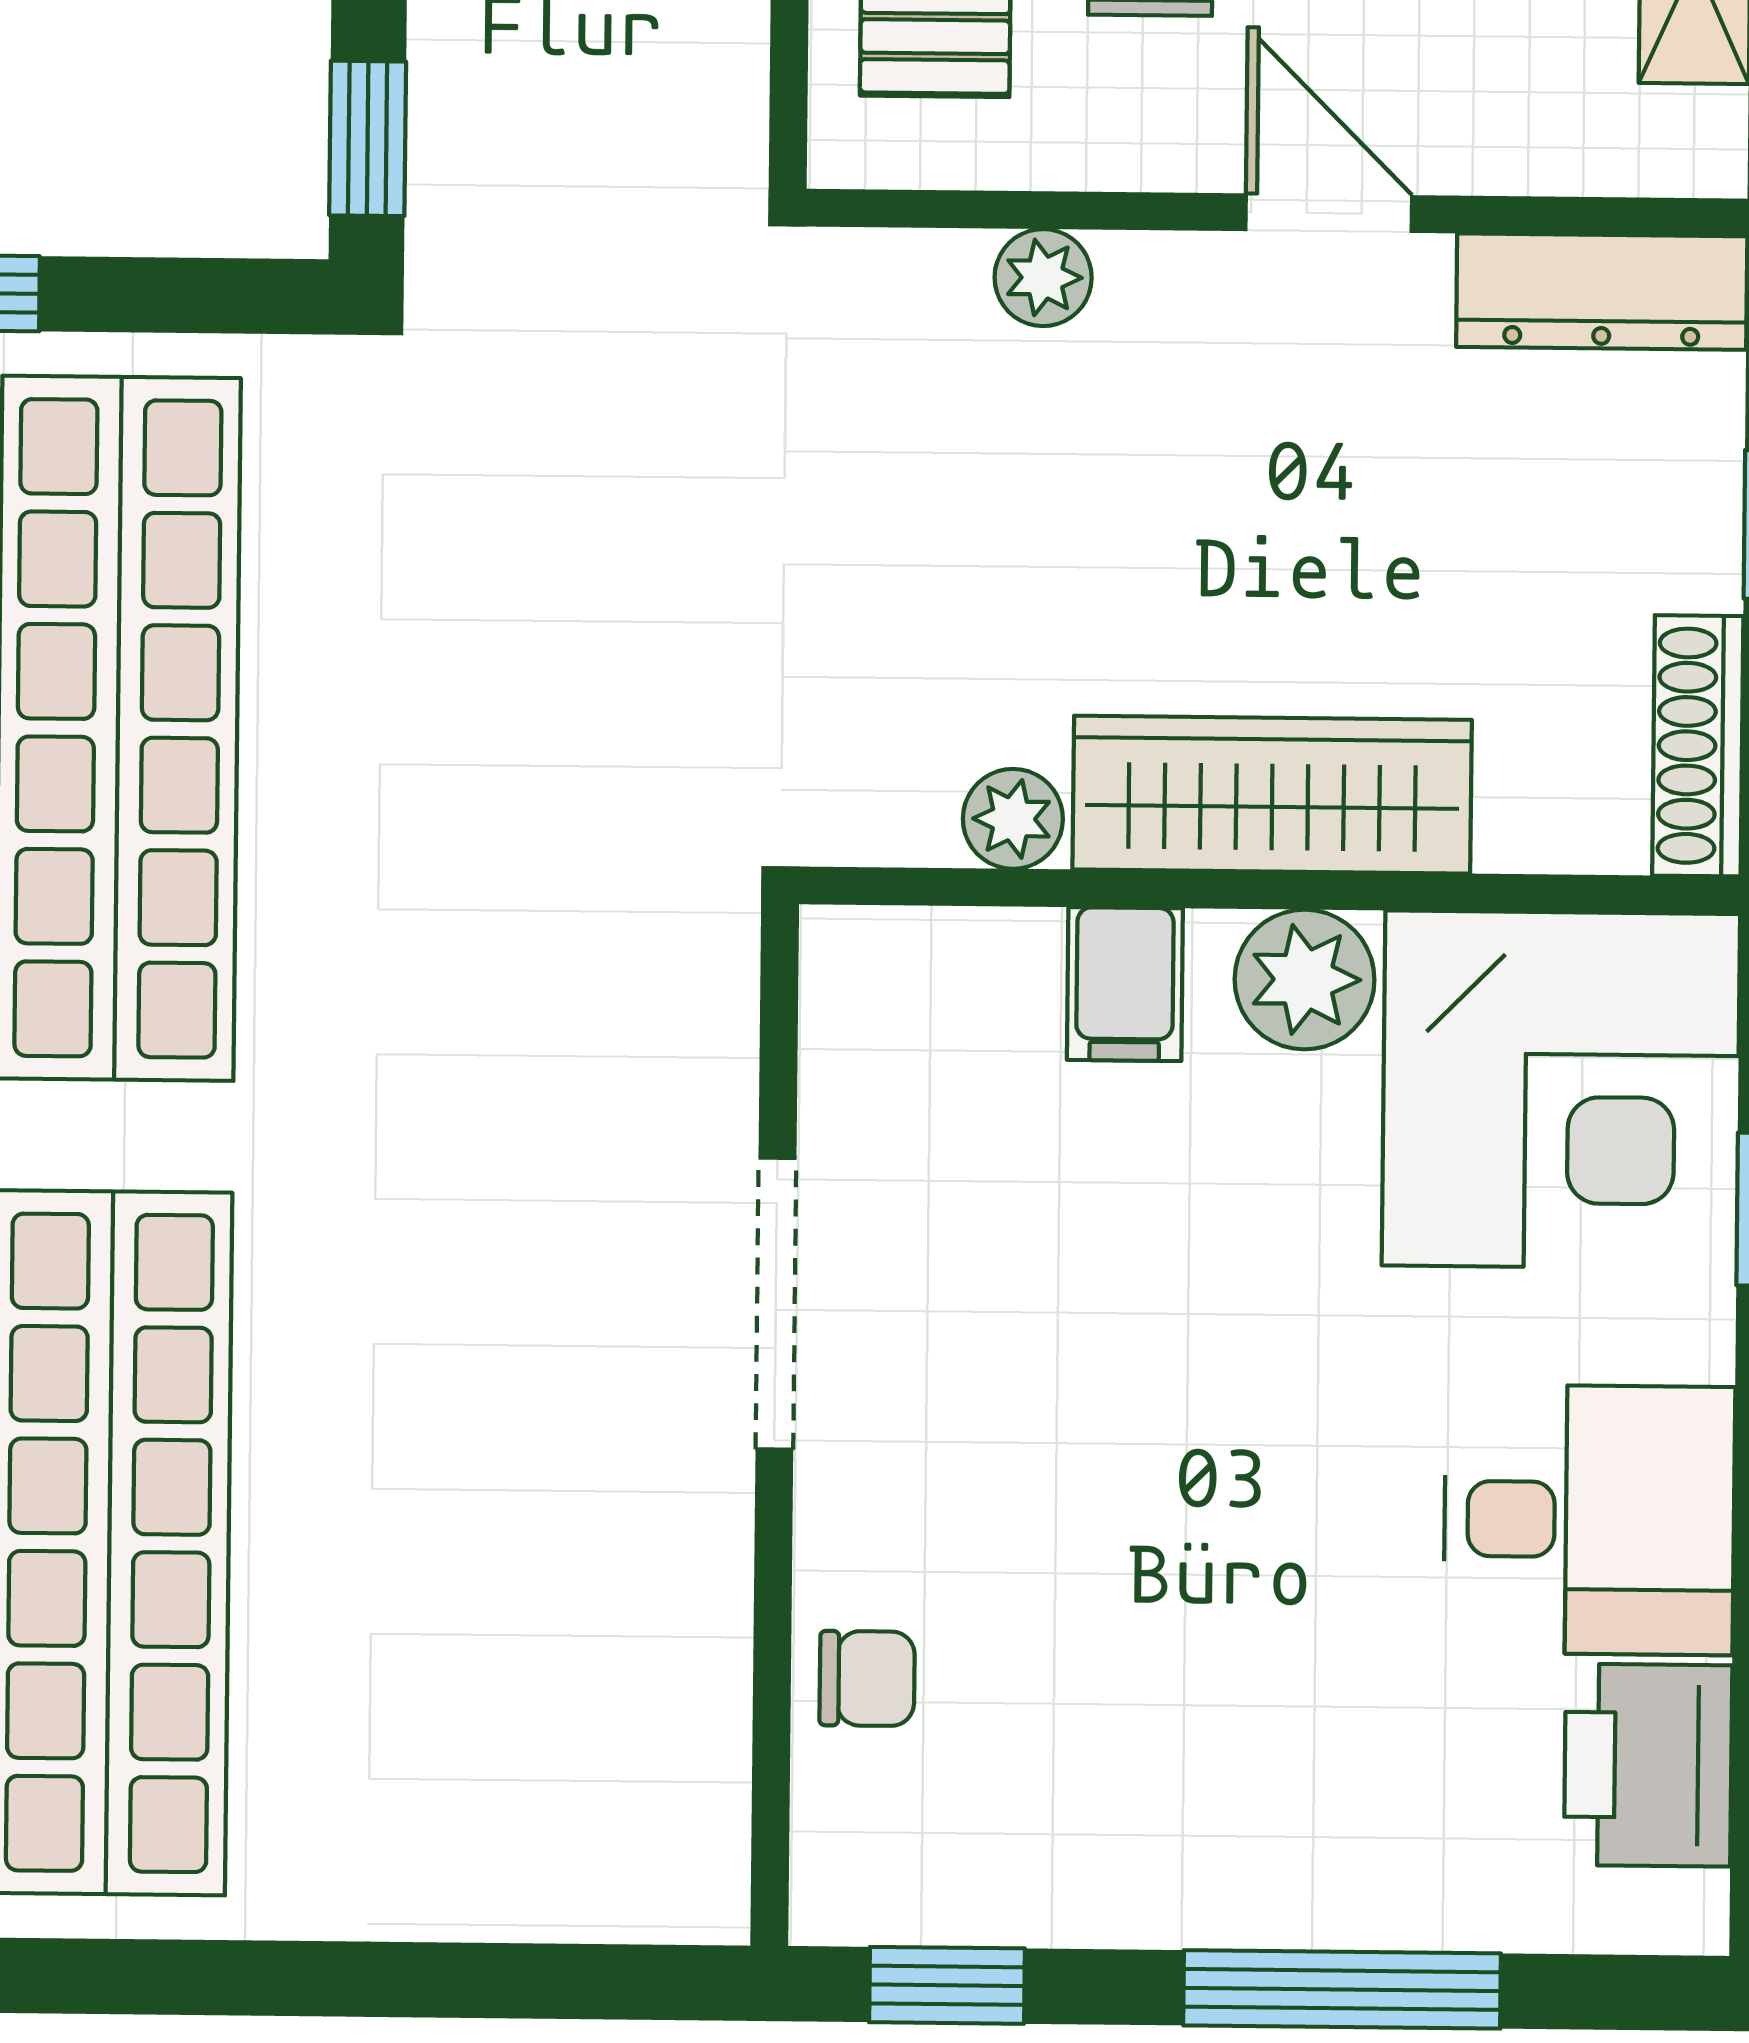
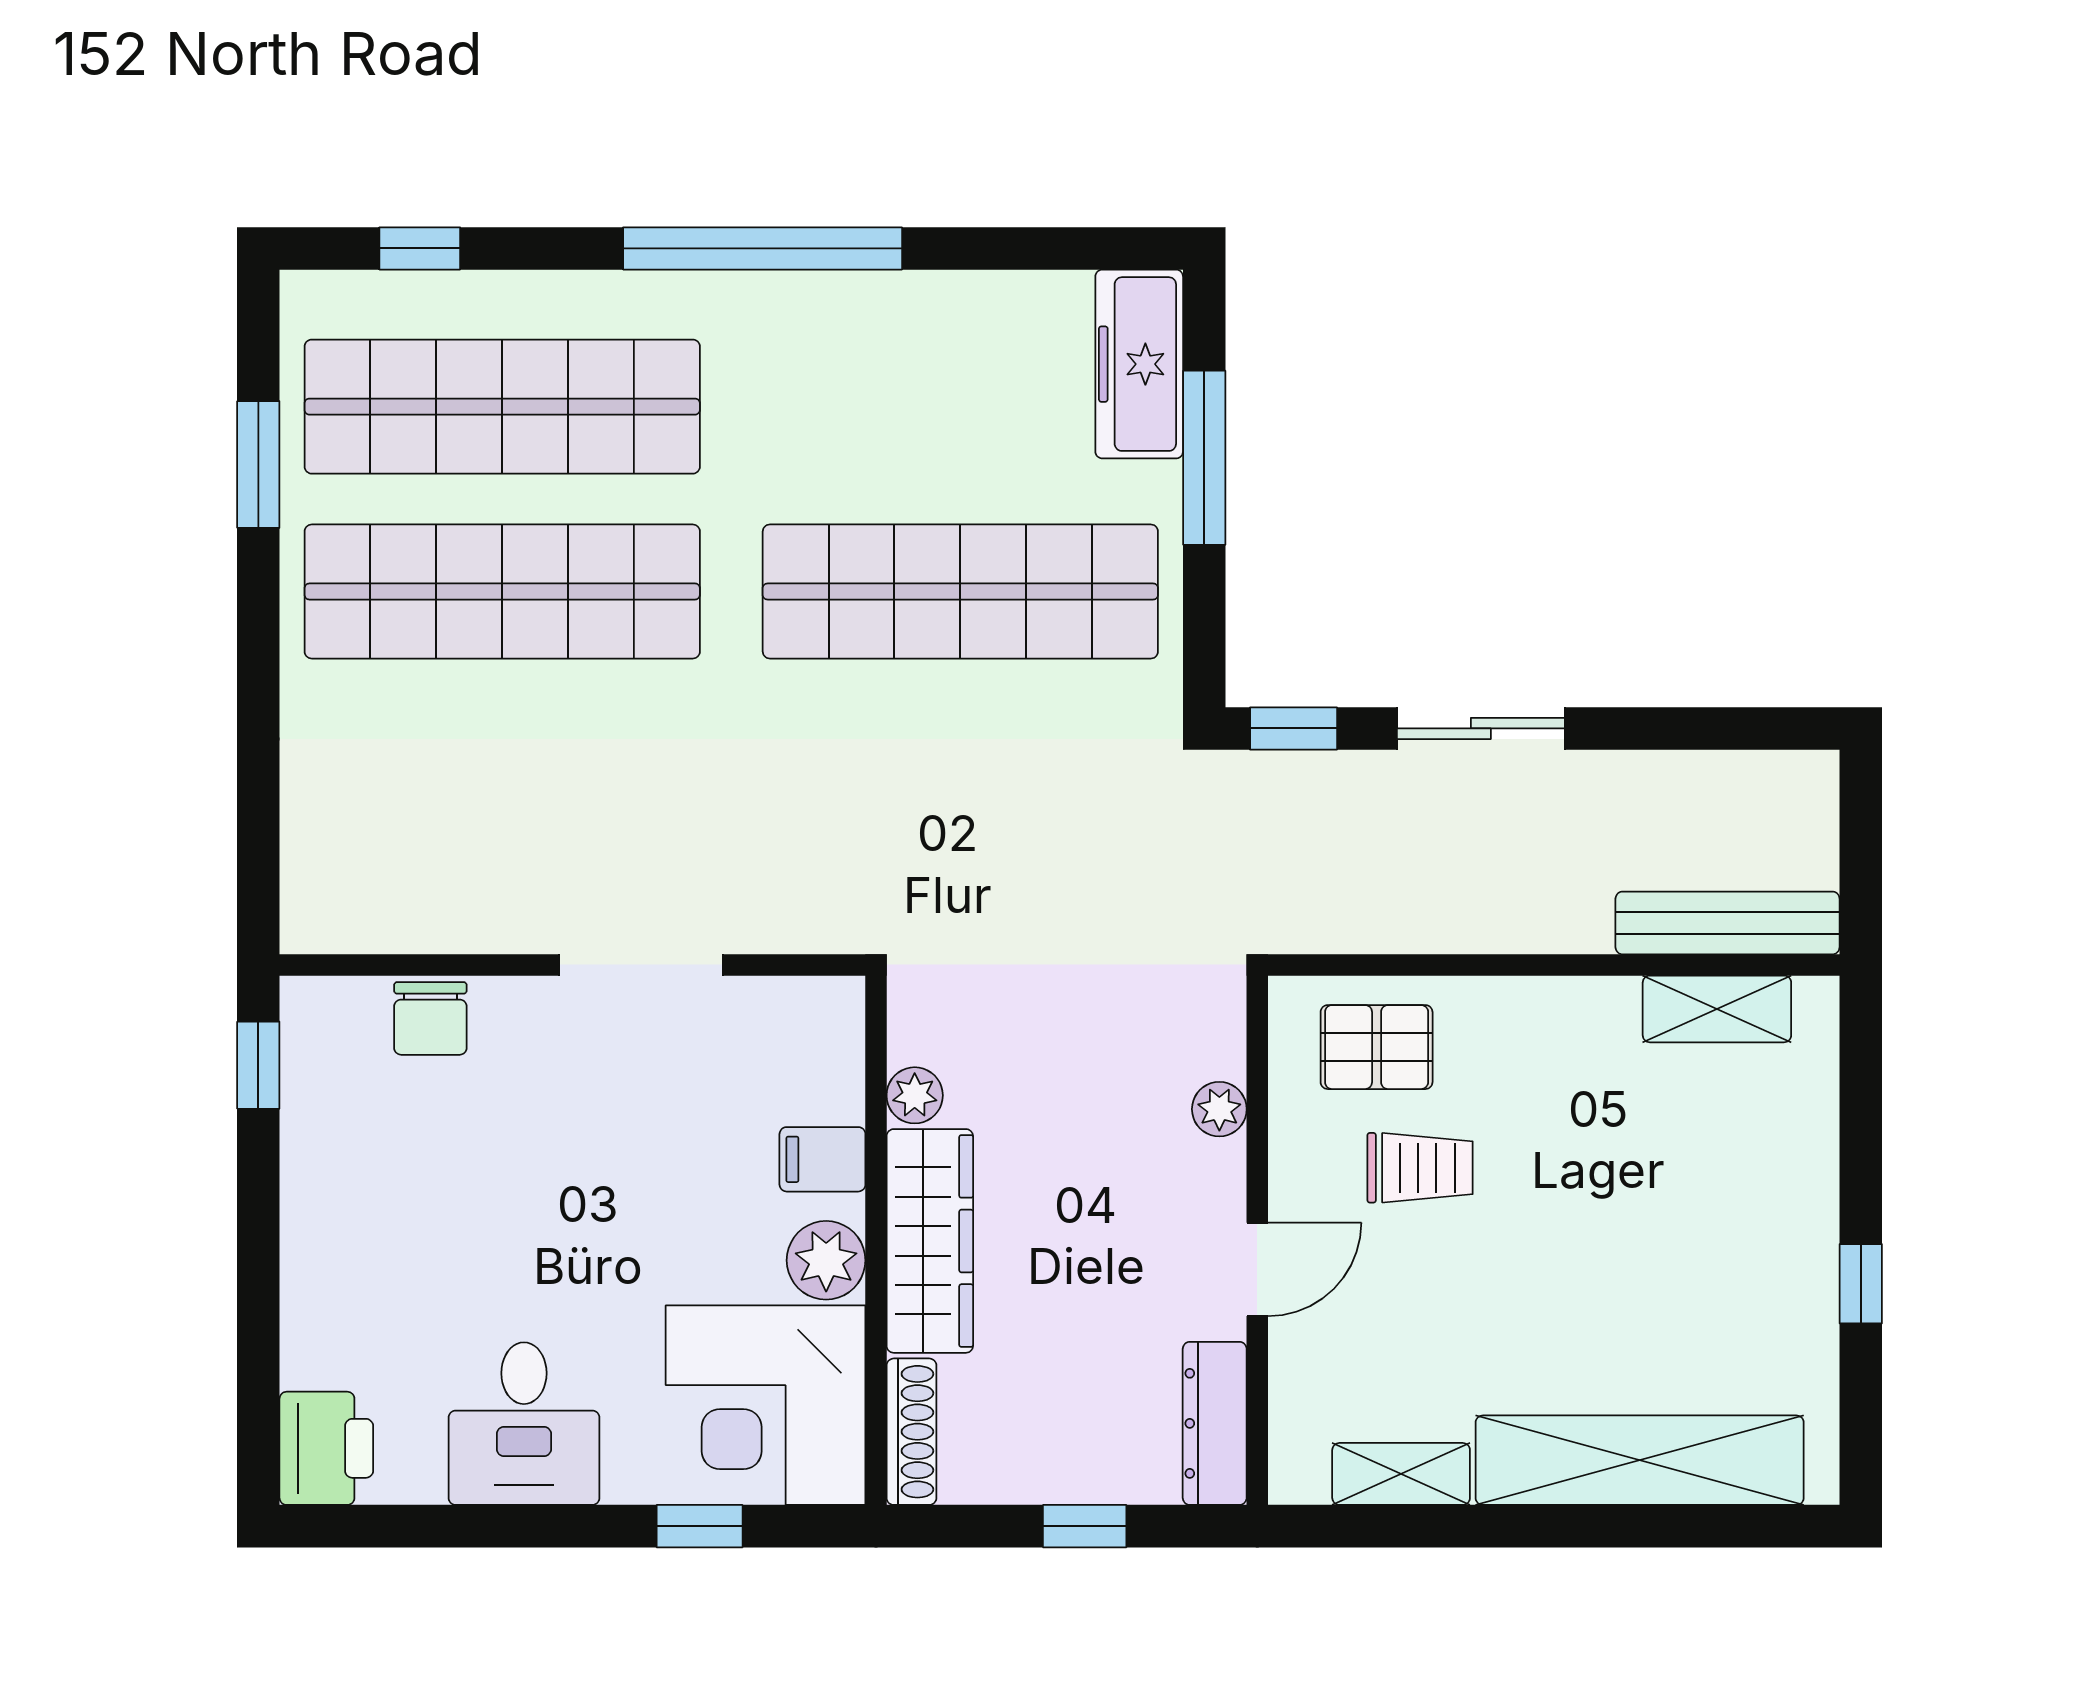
shoe rack: (1698, 746) -> (911, 1432), moved, turned 90
chair: (867, 1678) -> (430, 1018), width x1.37, depth x1.37
printer: (1648, 1765) -> (326, 1448), moved, turned 90
window: (1342, 1989) -> (258, 1287), removed

